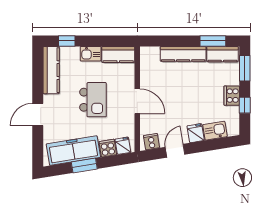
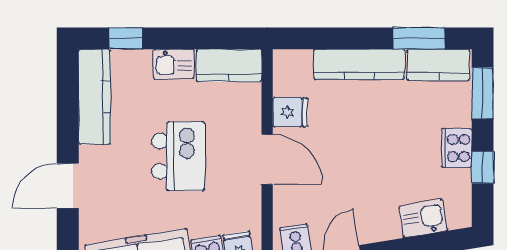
fridge: (196, 133) -> (290, 112), moved, turned 99

